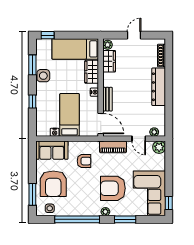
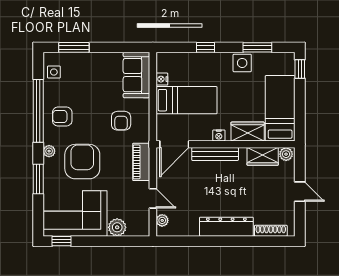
bench: (107, 99) -> (215, 154), width x1.36
door: (139, 139) -> (153, 198), swing flipped
plant: (159, 147) -> (117, 227), moved
armchair: (53, 184) -> (62, 117), moved, width x0.53, depth x0.53

